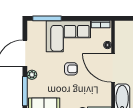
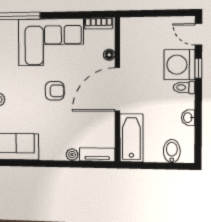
door: (113, 68) -> (117, 89), hinge flipped

